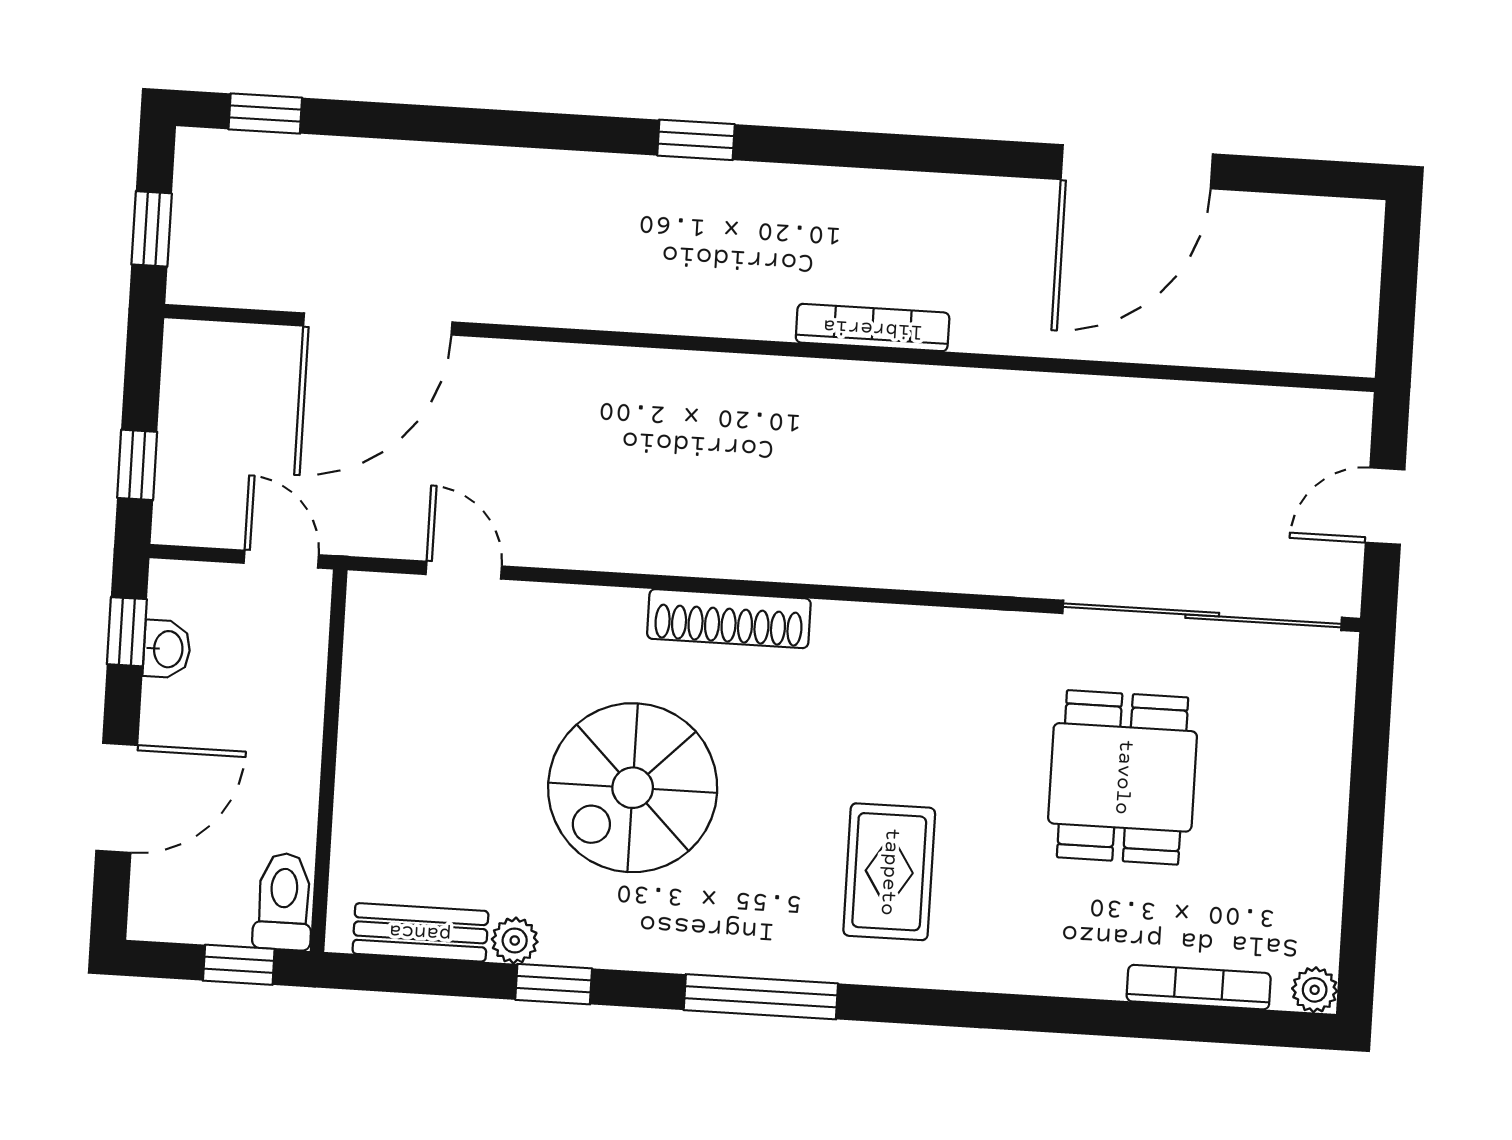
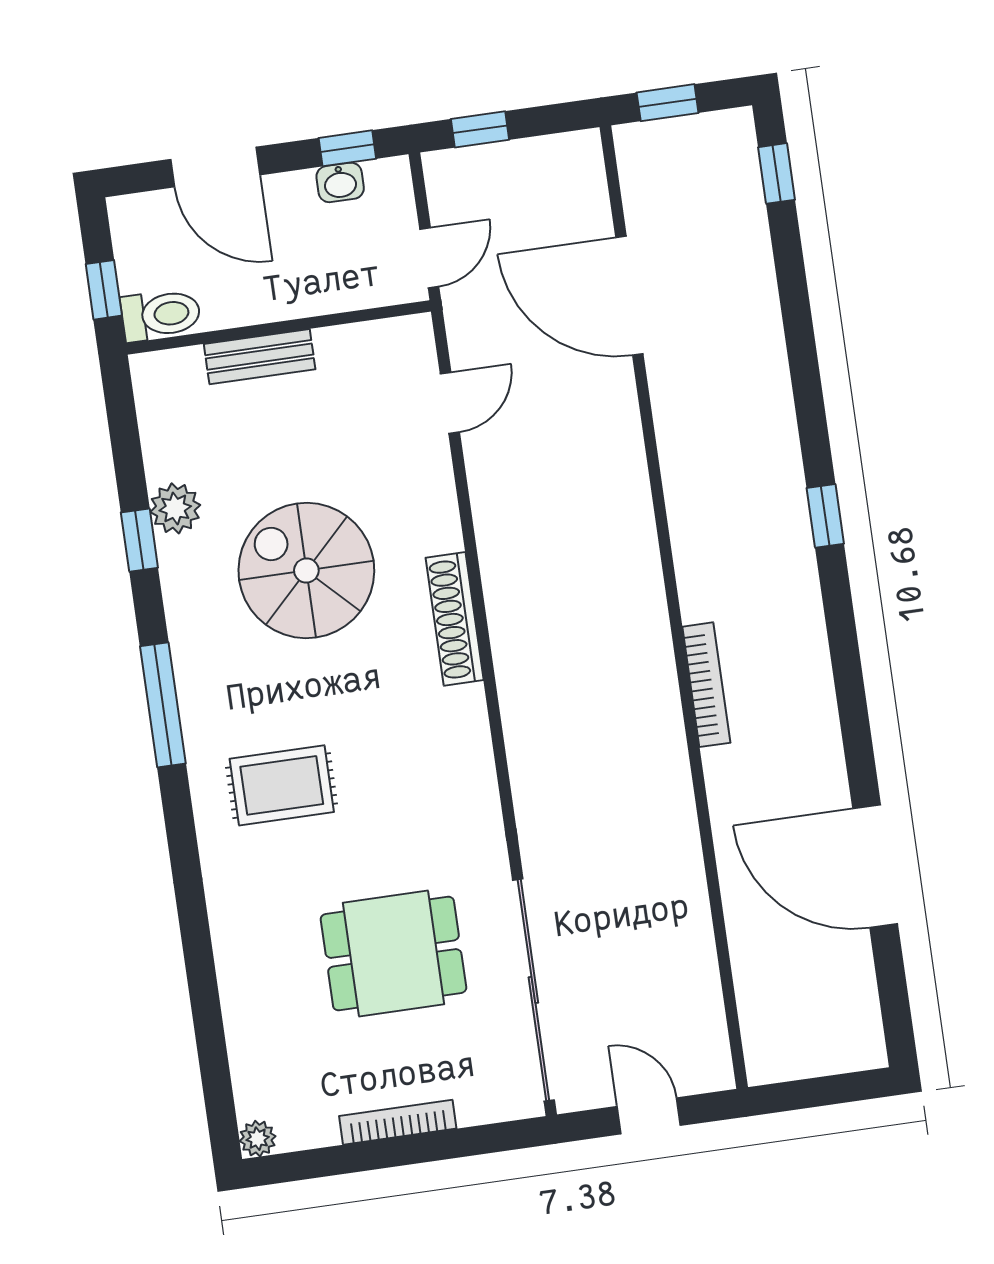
bench: (420, 932) -> (260, 357), moved, turned 90
plant: (515, 941) -> (175, 508), width x1.38, depth x1.38
bookcase: (1199, 987) -> (398, 1122), moved, turned -90

